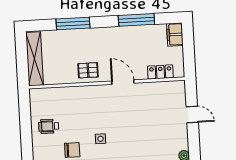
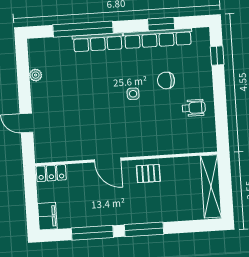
window: (73, 23) -> (144, 229), moved
locker: (160, 72) -> (51, 173), moved

